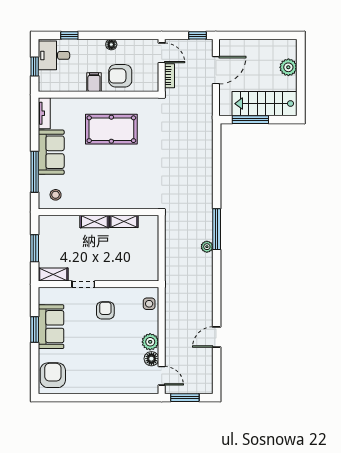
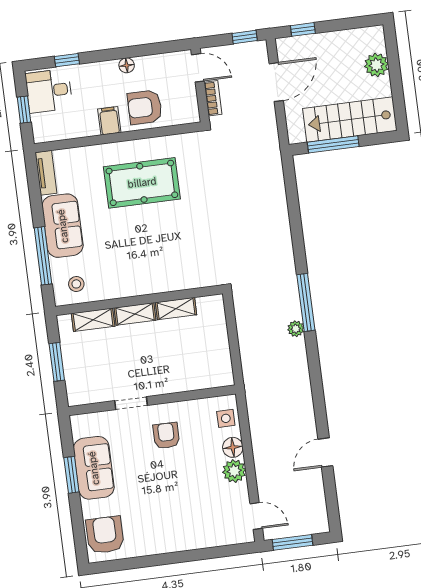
window: (240, 35) -> (303, 29), added
shelving: (53, 275) -> (93, 320), moved
floor lamp: (151, 359) -> (233, 447), moved

